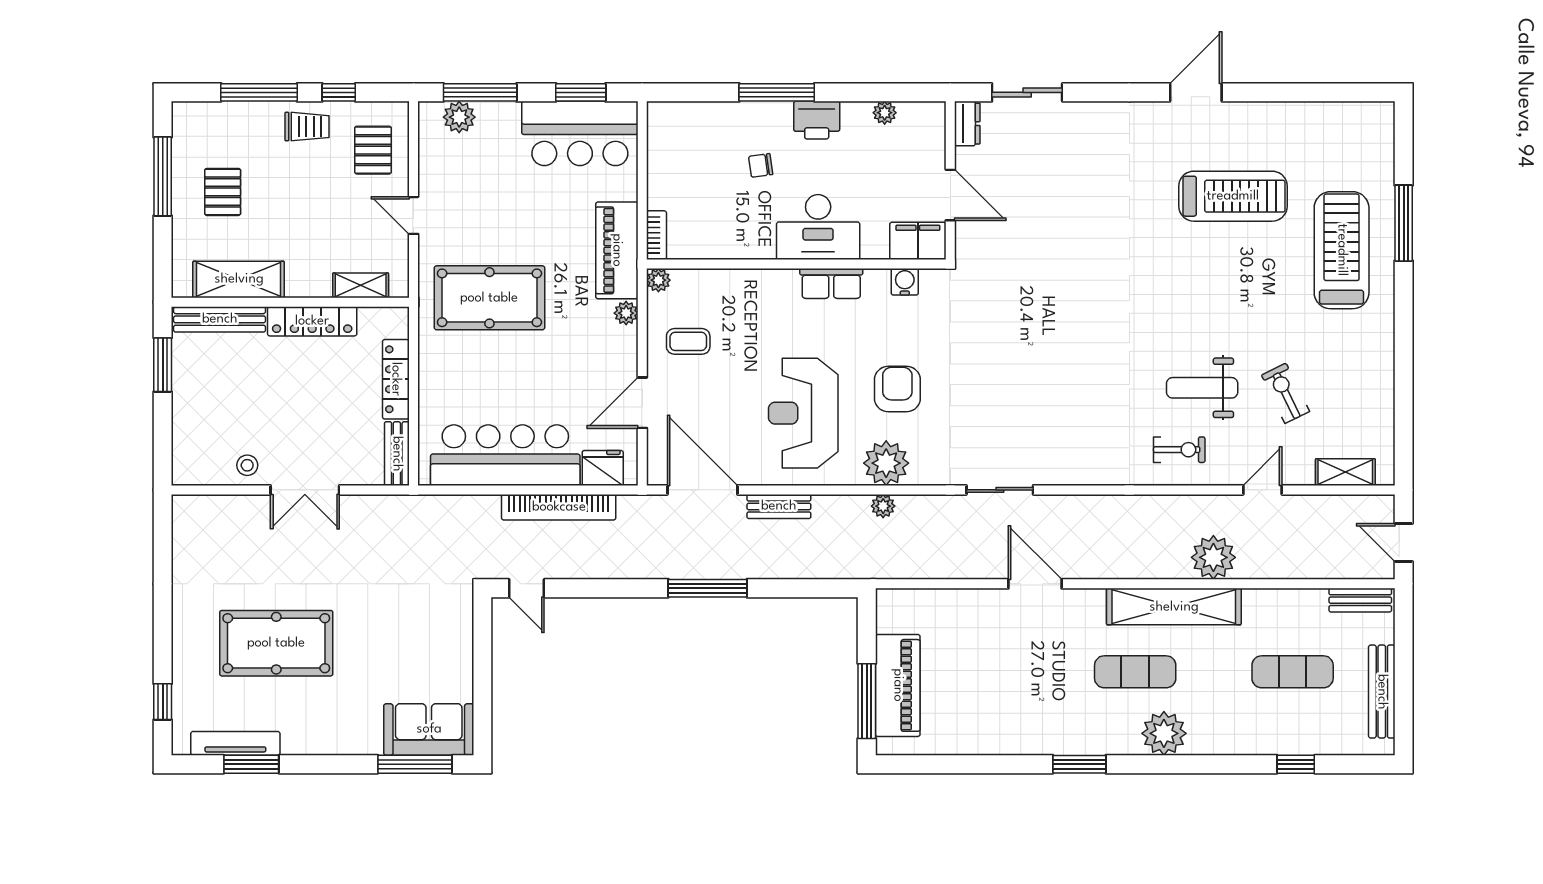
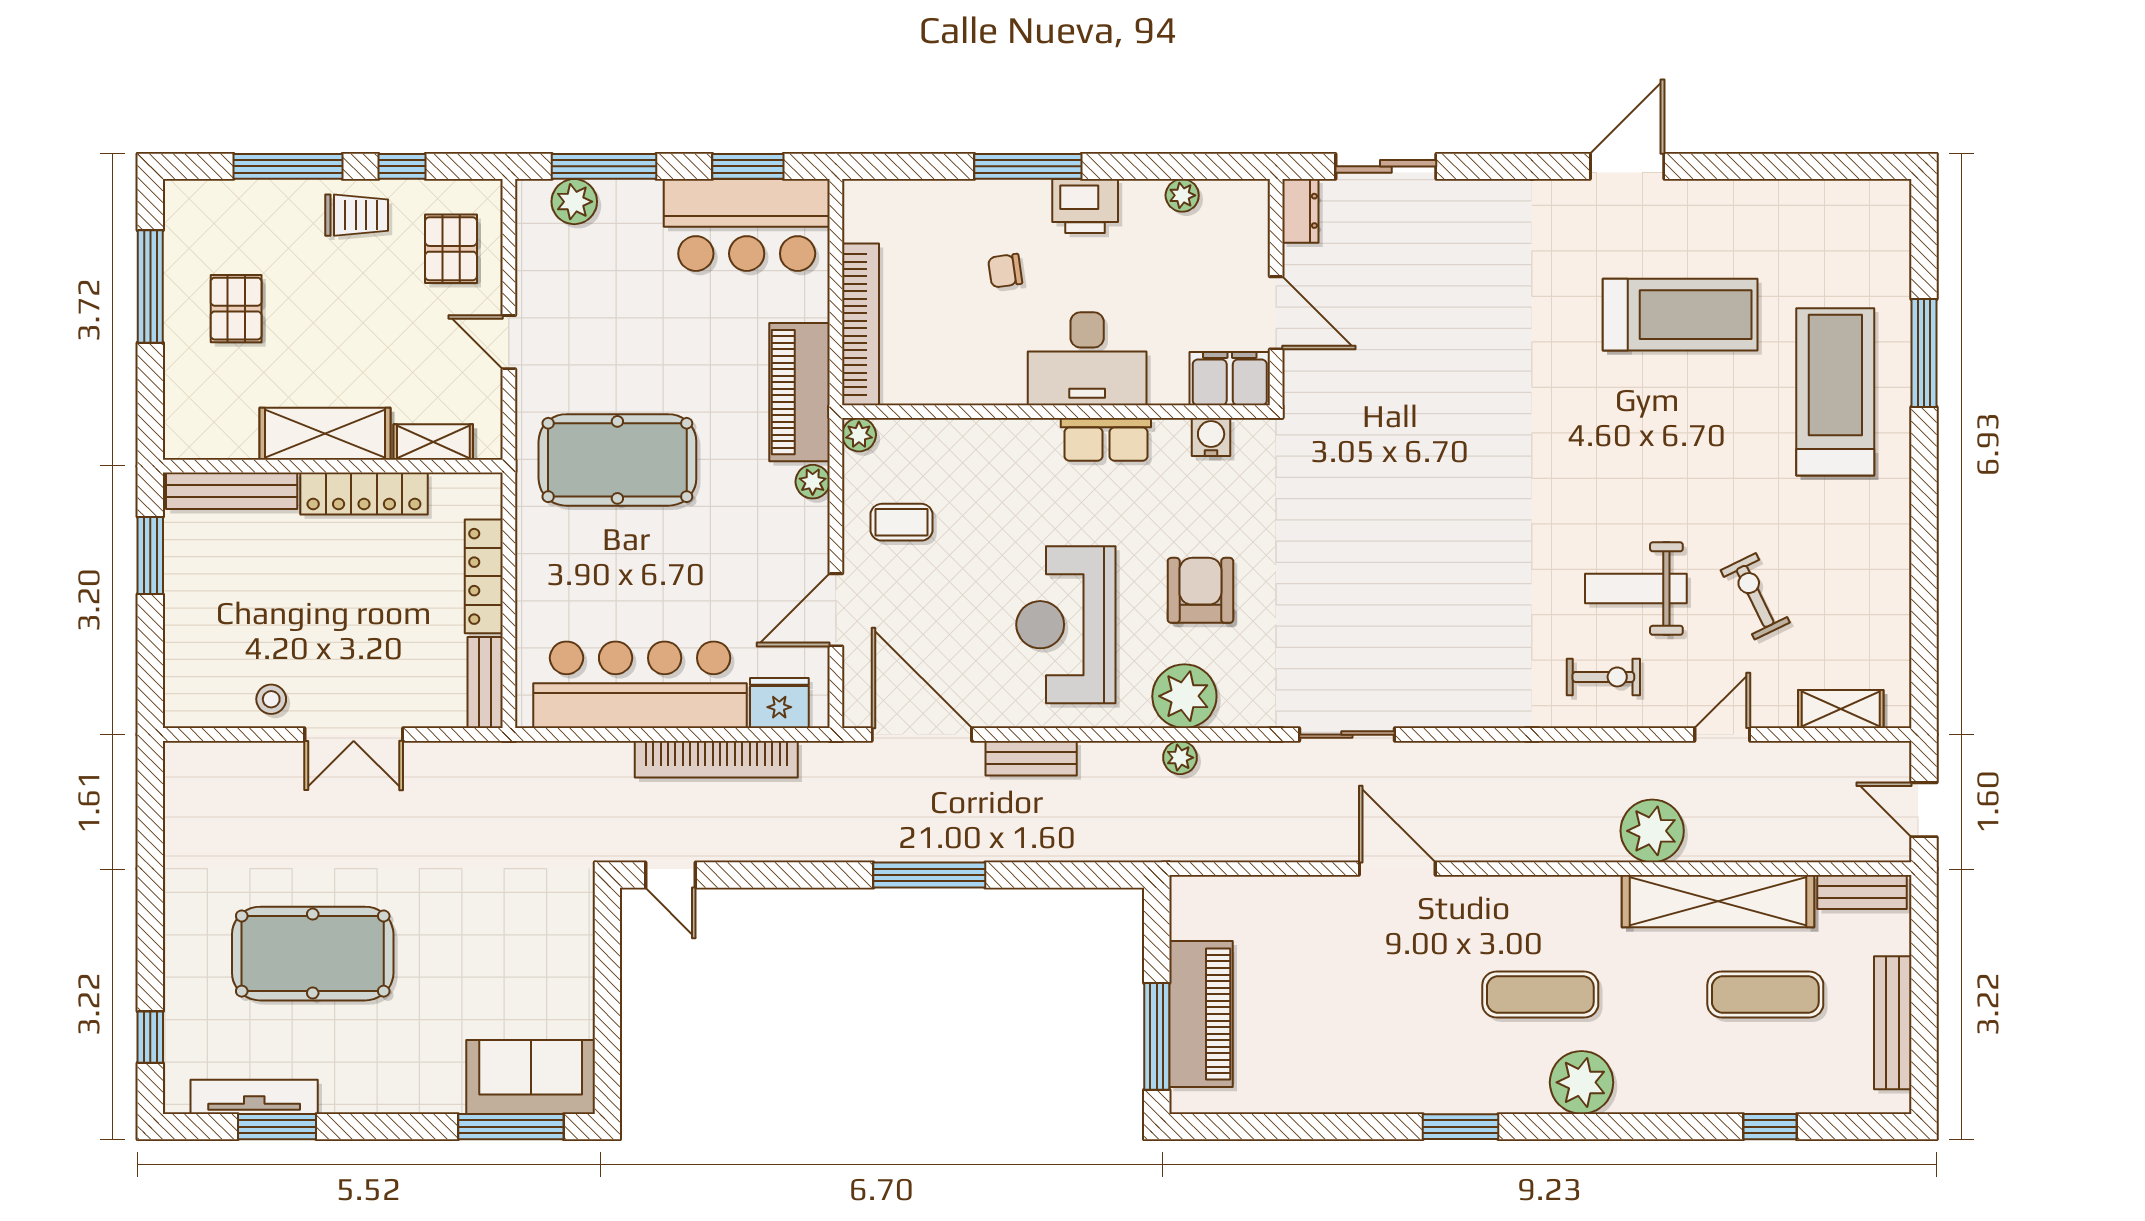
bookcase: (657, 235) -> (861, 324), width x2.31, depth x1.31
shelving: (239, 279) -> (325, 434), moved
shelving: (1174, 607) -> (1718, 901), moved

